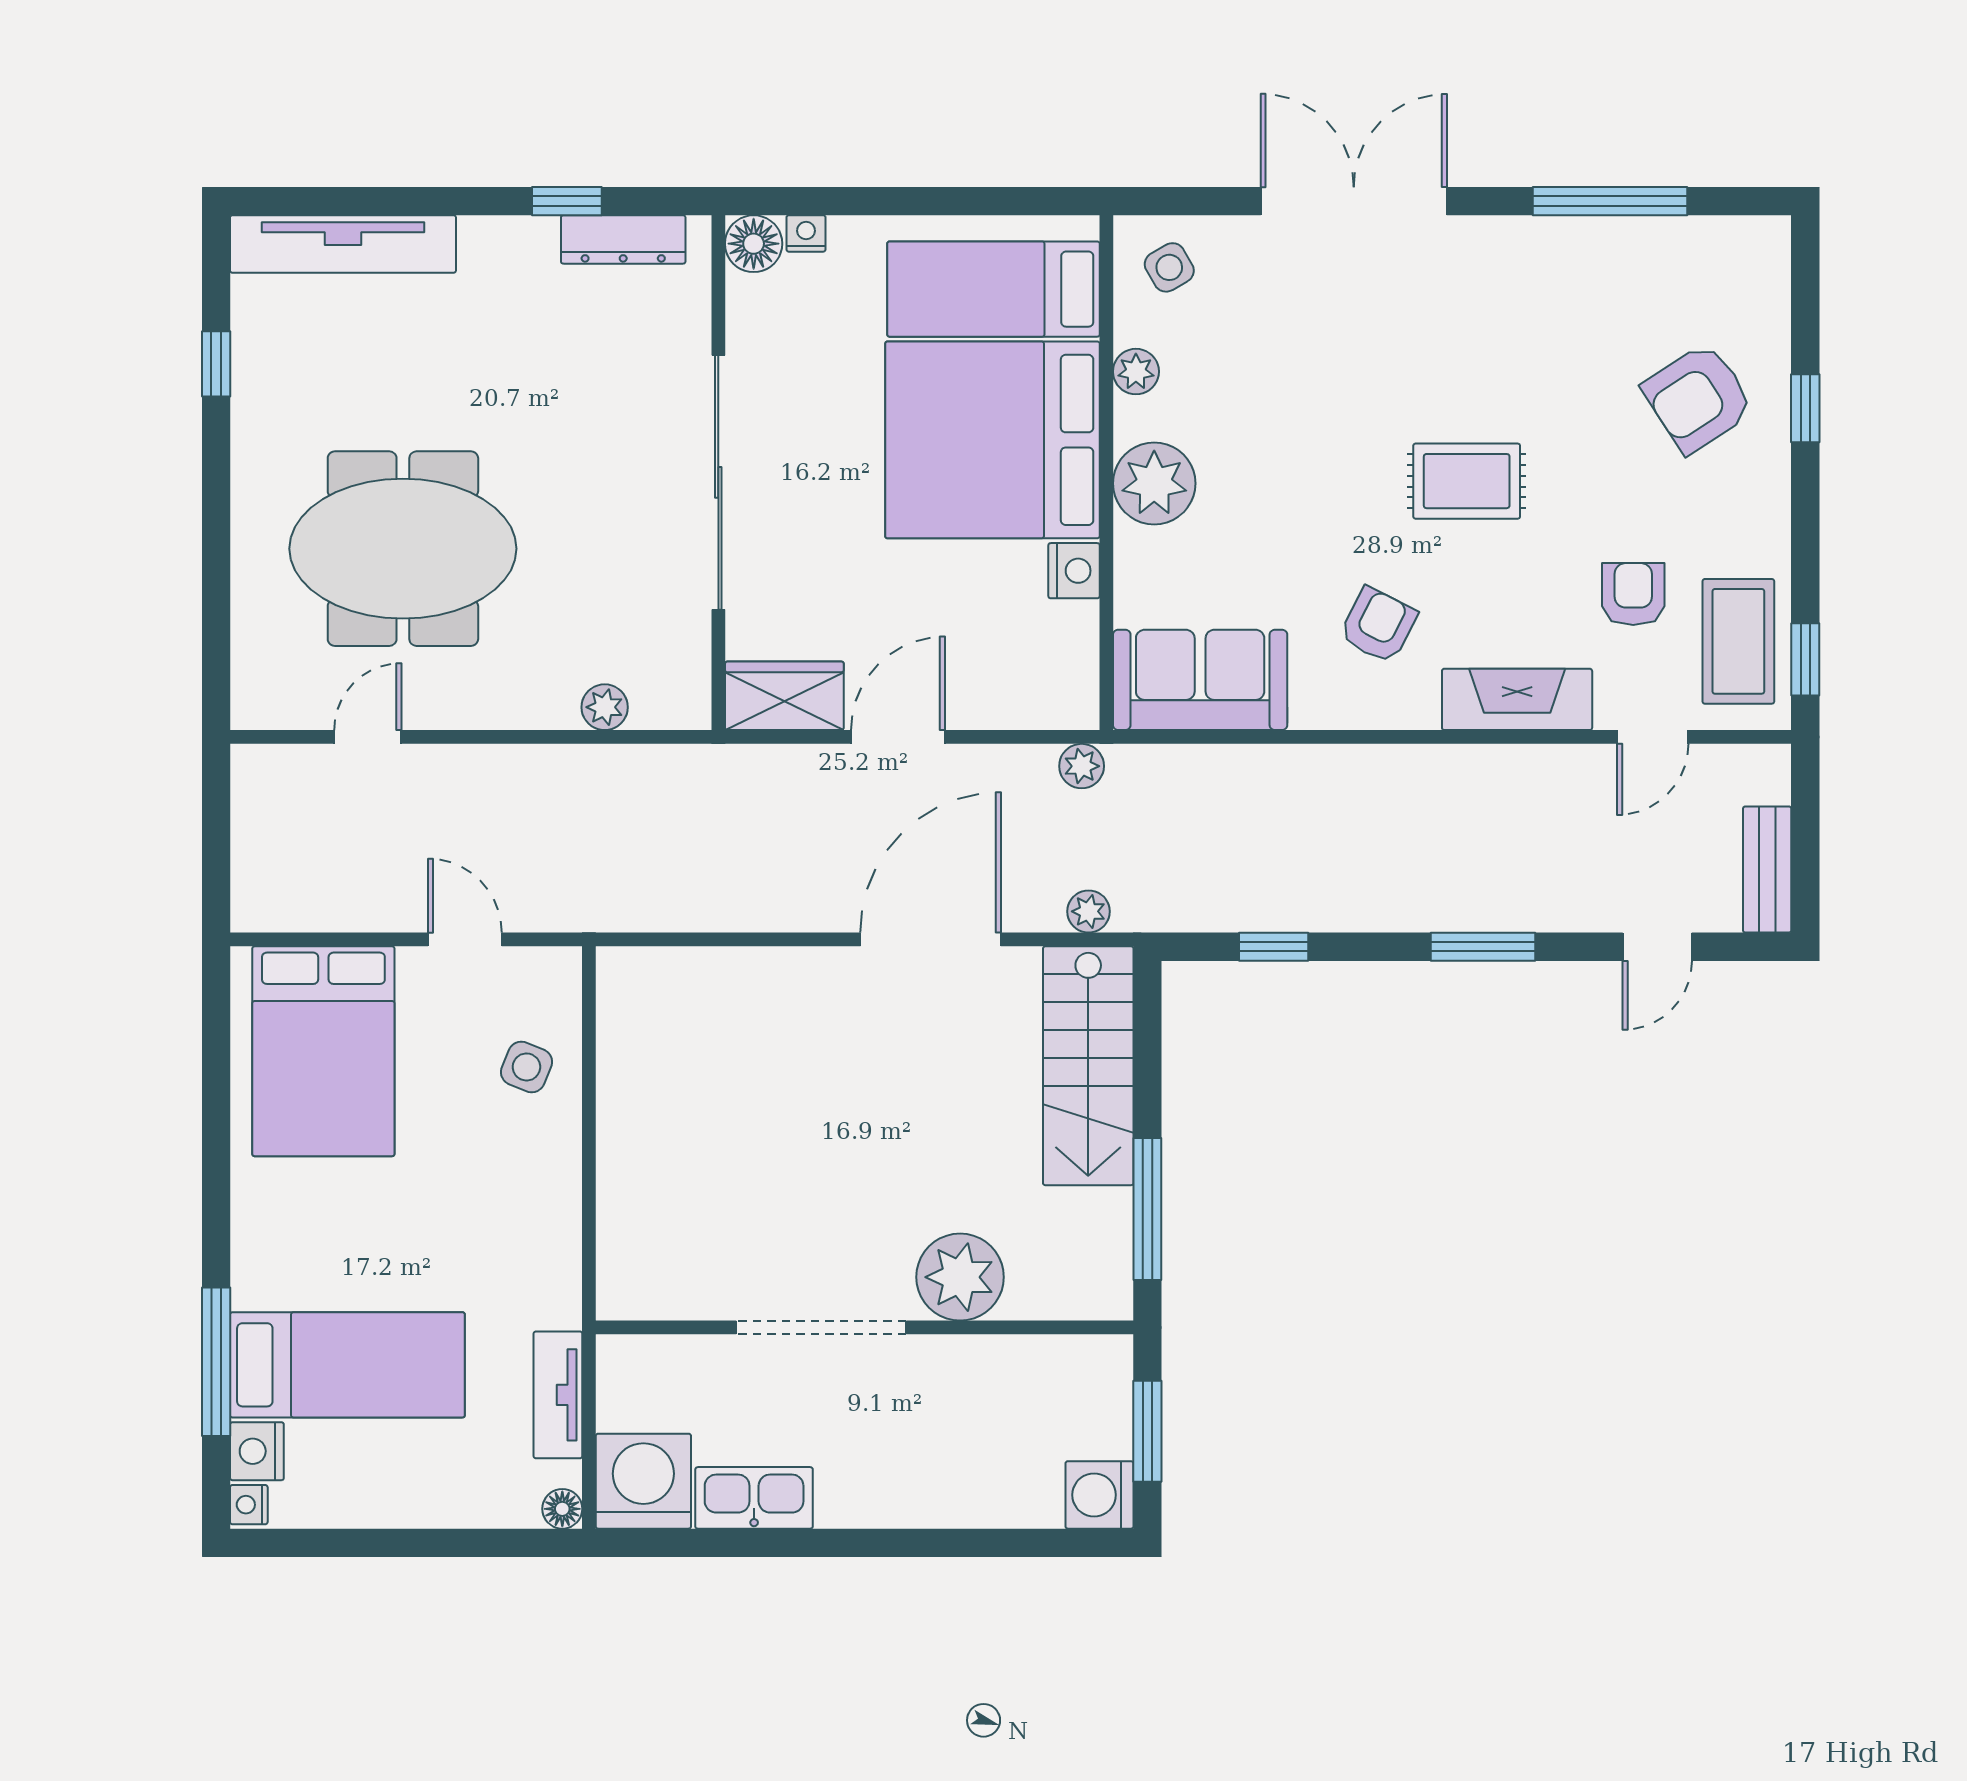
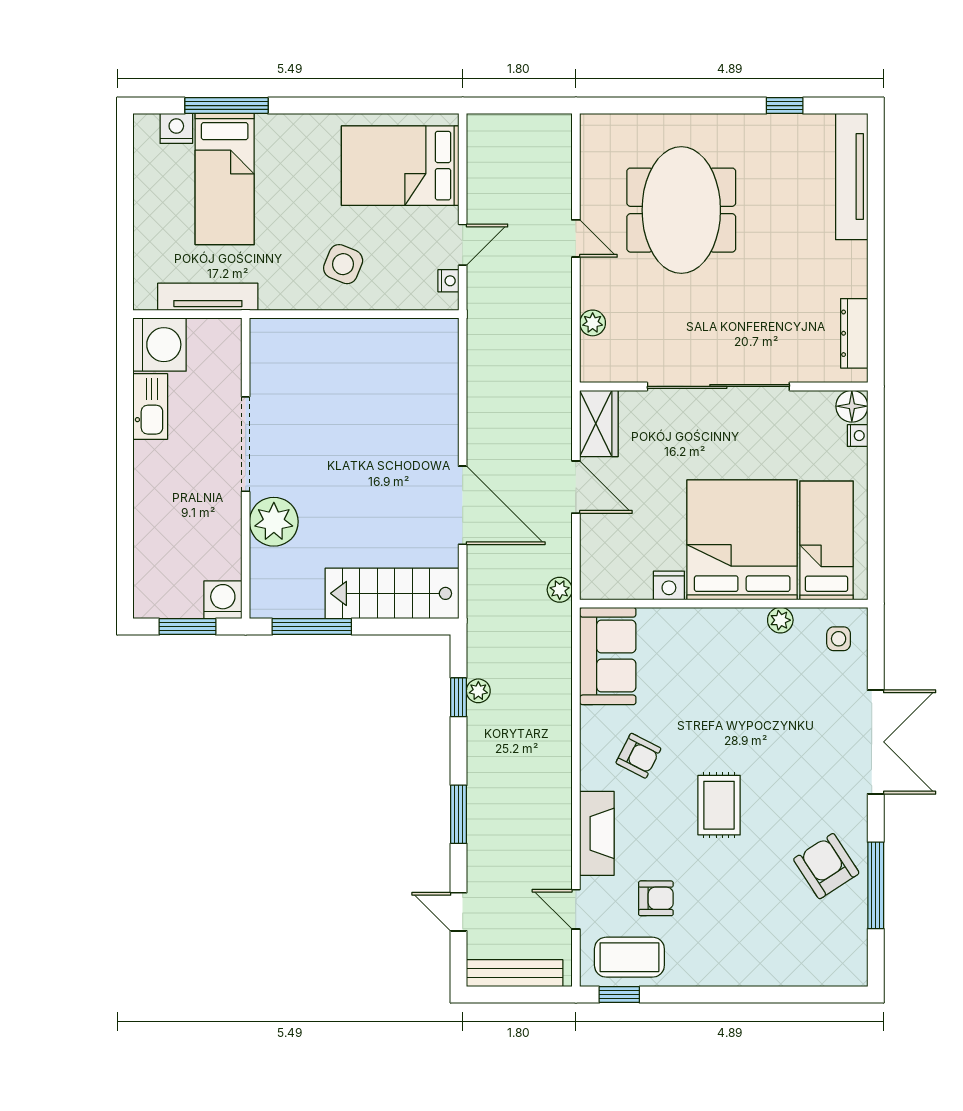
window: (567, 201) -> (876, 302), removed
side table: (1169, 267) -> (839, 639), turned 30
armchair: (1698, 398) -> (826, 866), moved
window: (1805, 408) -> (760, 995), removed
plant: (1154, 483) -> (718, 630), removed
door: (368, 737) -> (576, 238), moved
bench: (1767, 870) -> (515, 973), width x1.36
plant: (1089, 911) -> (478, 691), moved
side table: (526, 1067) -> (343, 264), moved, width x1.37, depth x1.37
tv unit: (558, 1395) -> (208, 297), width x1.41
washing machine: (1099, 1495) -> (223, 600), moved
nightstand: (249, 1505) -> (448, 281), moved, turned 90
floor lamp: (562, 1509) -> (144, 299), removed

